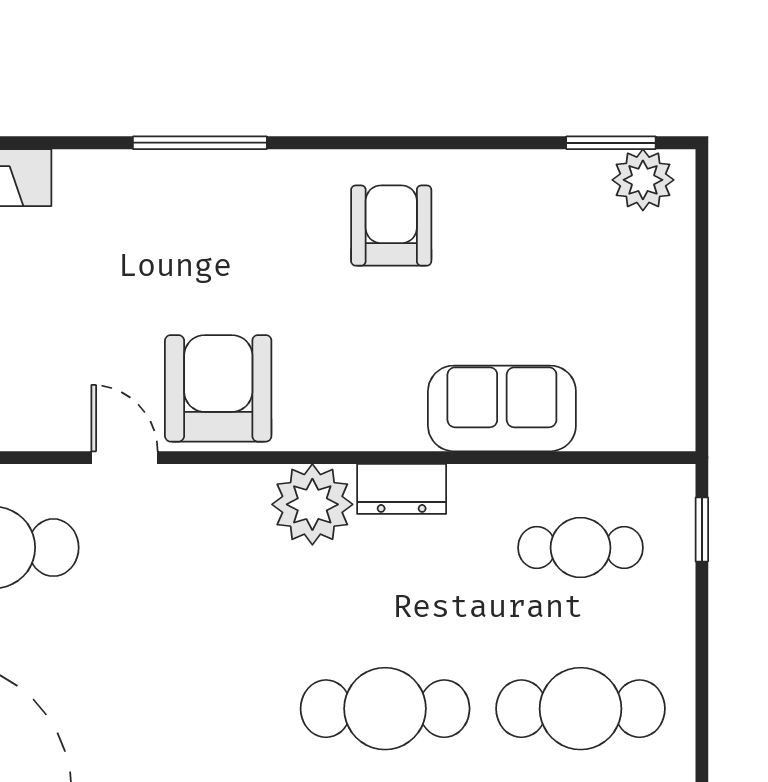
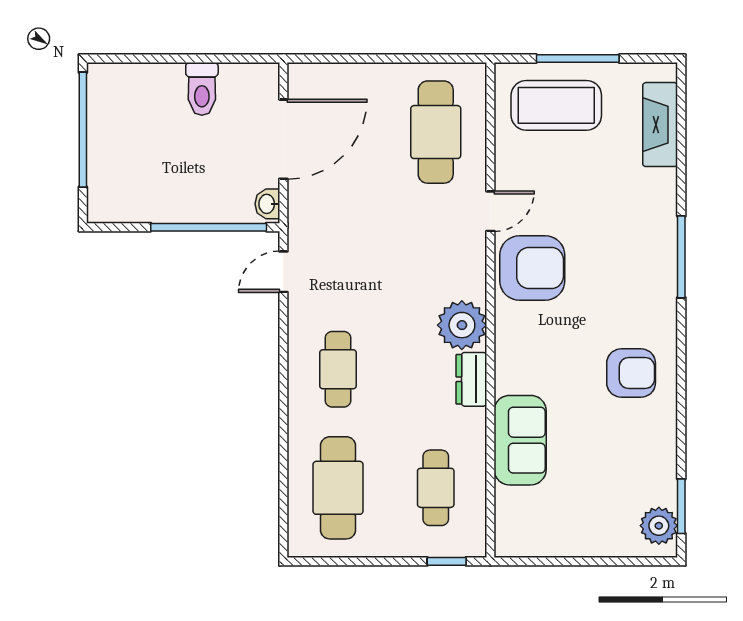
cafe table: (385, 709) -> (338, 369), width x0.73, depth x0.74

